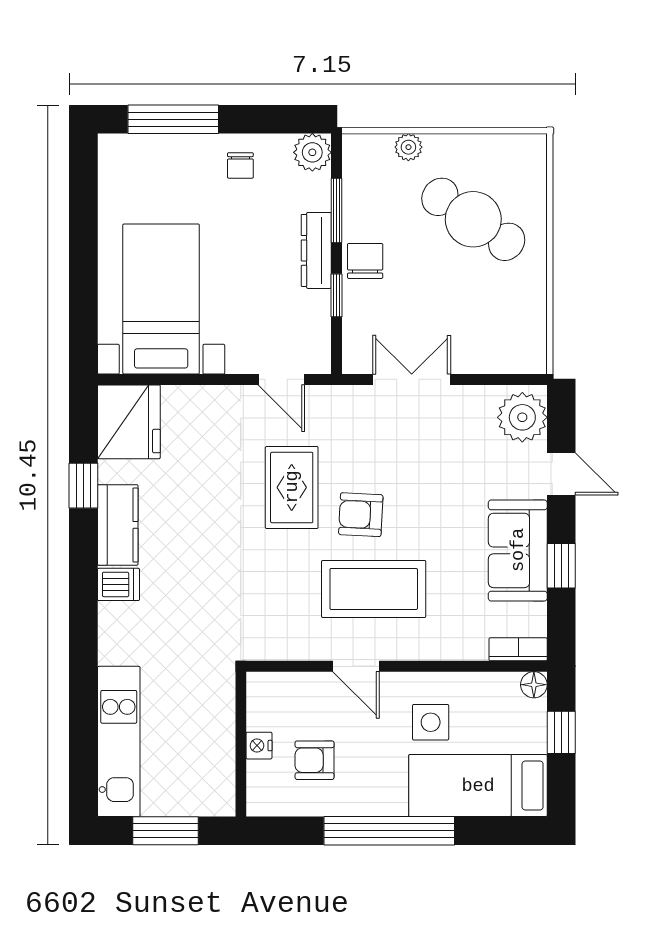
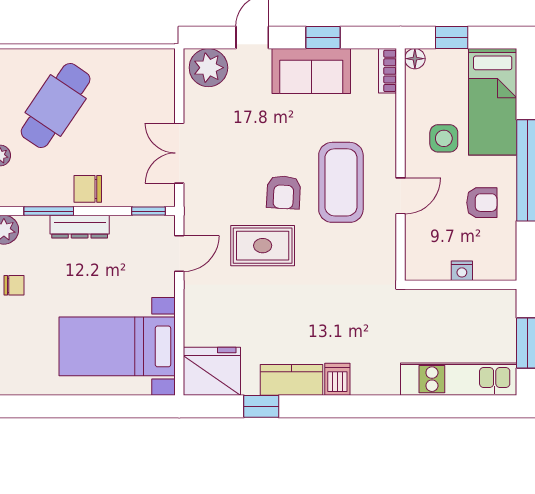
window: (336, 295) -> (148, 211), moved
armchair: (315, 760) -> (482, 203), moved, turned -90

